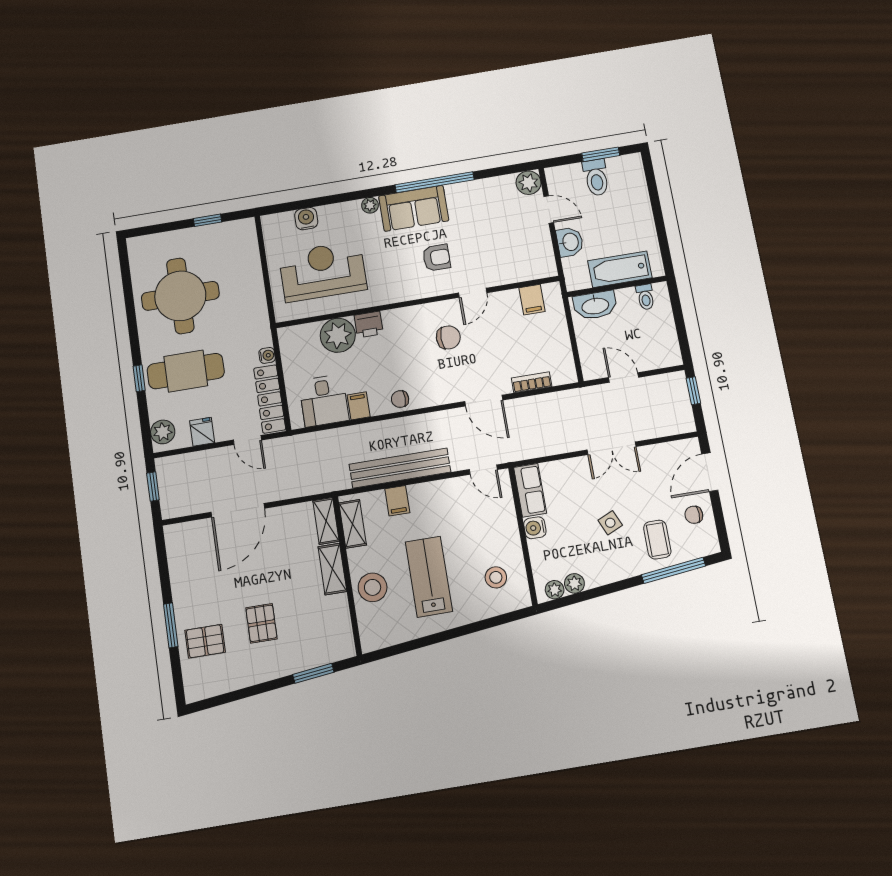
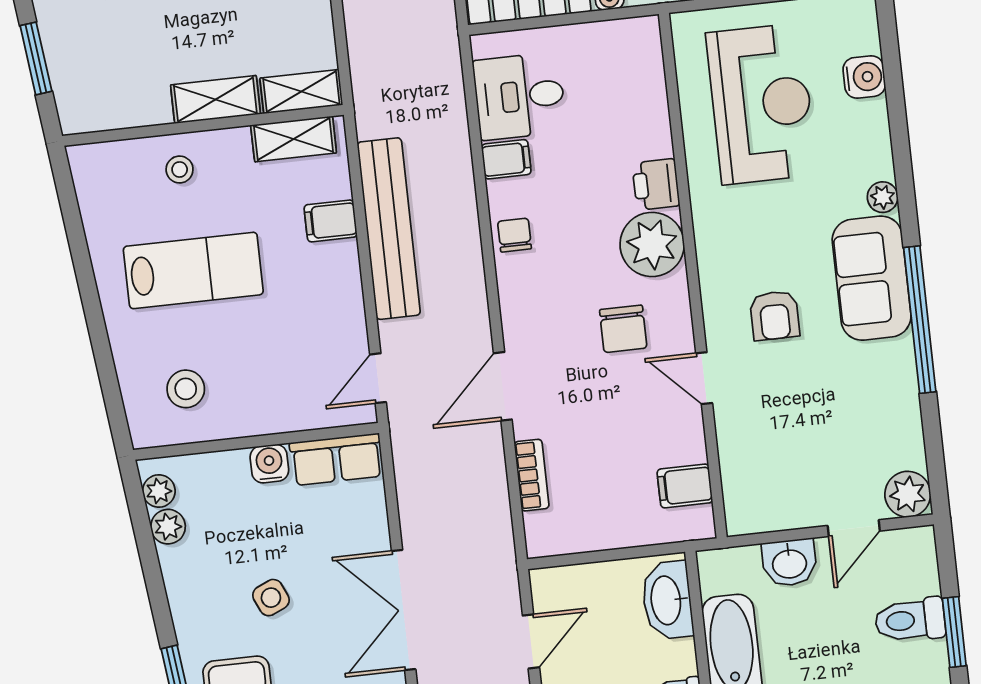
plant: (338, 335) -> (652, 244), moved
double door: (612, 448) -> (404, 610), width x1.37
stool: (373, 587) -> (180, 170), width x0.53, depth x0.53

